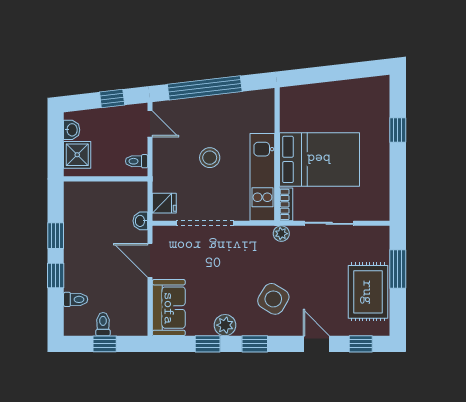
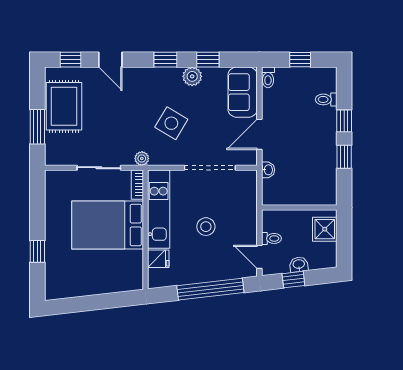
washbasin: (72, 130) -> (299, 264), moved, turned 83
toilet: (137, 161) -> (271, 238), moved
fridge: (164, 203) -> (158, 259), moved, turned 180
door: (150, 260) -> (259, 134), swing flipped
side table: (273, 299) -> (171, 123), moved
toilet: (103, 324) -> (268, 77), moved

